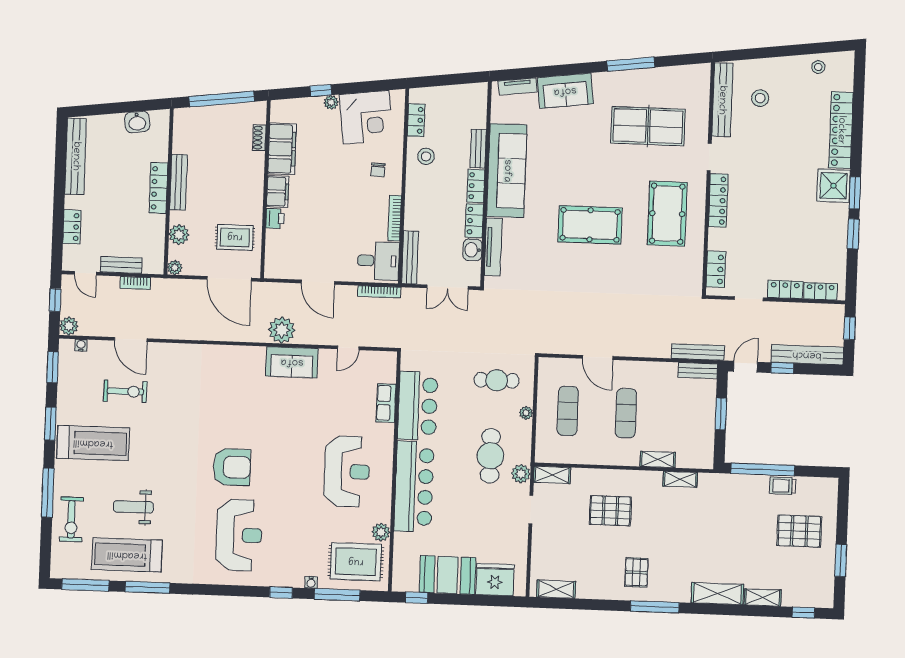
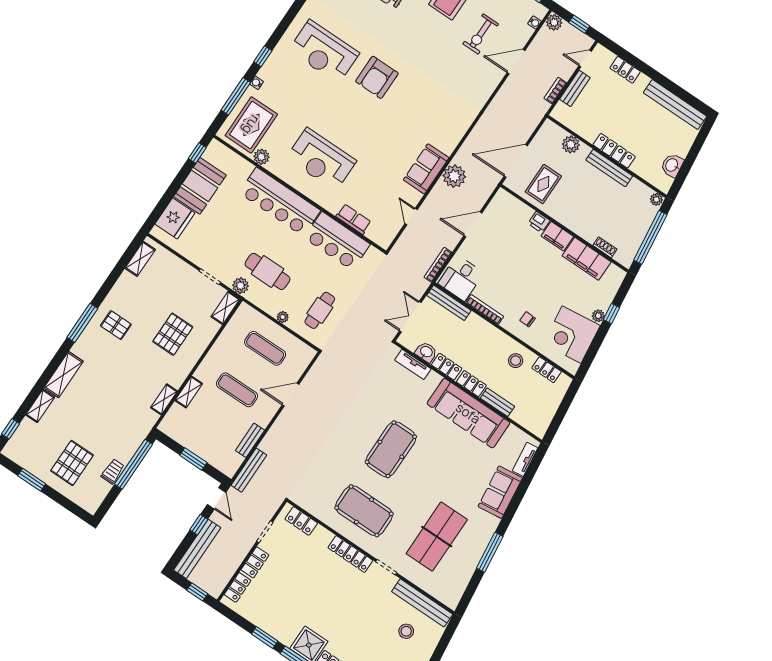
tv unit: (493, 247) -> (413, 364), width x0.71
plant: (175, 268) -> (656, 199), moved
bench: (698, 370) -> (250, 440), moved

